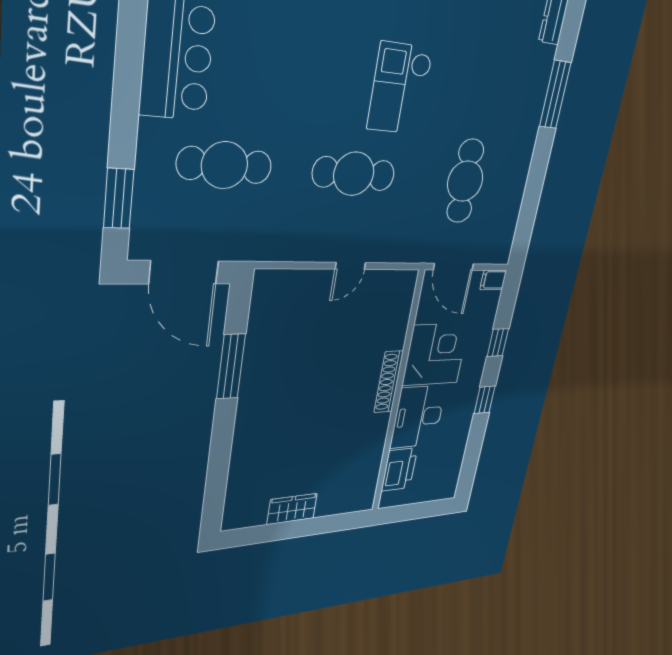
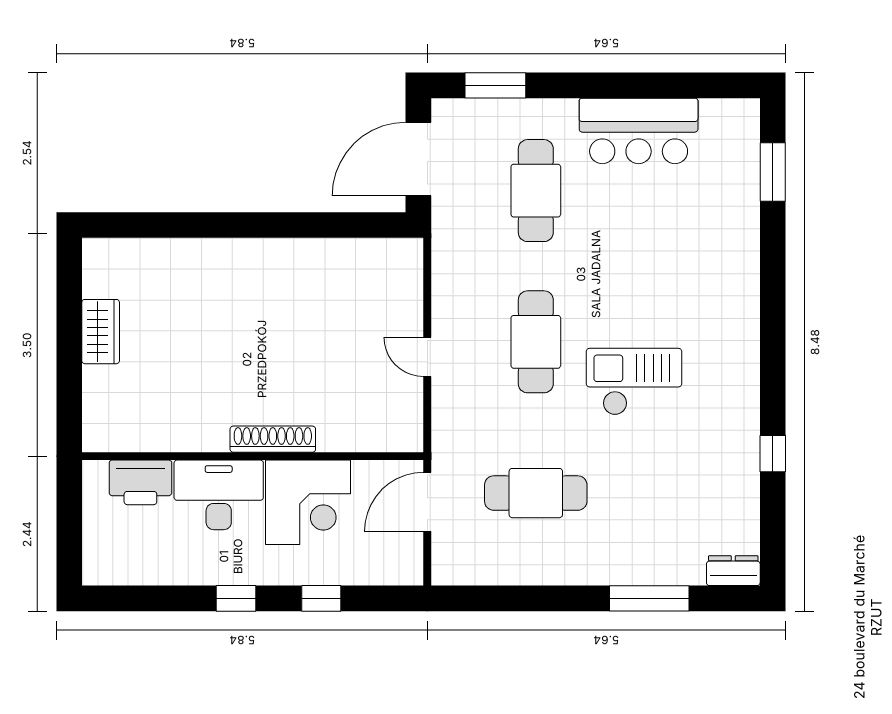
filing cabinet: (493, 280) -> (410, 568), removed
window: (231, 366) -> (305, 225), removed

